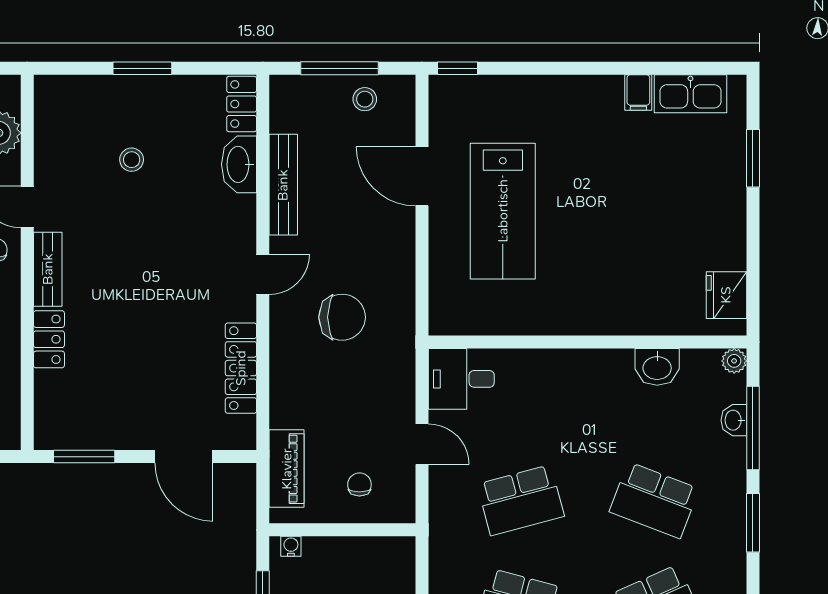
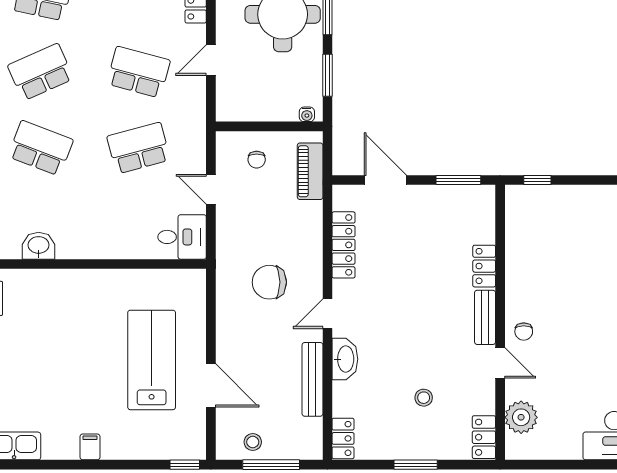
filing cabinet: (638, 93) -> (90, 447), moved
locker: (49, 106) -> (484, 437), added
washbasin: (239, 164) -> (345, 359), moved

